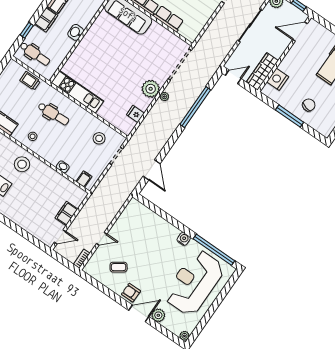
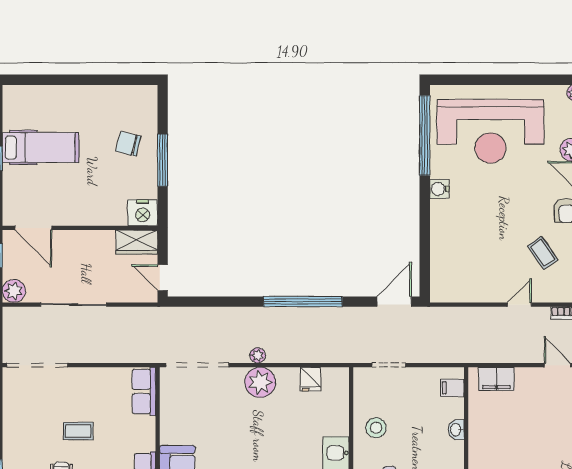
row of seats: (169, 19) -> (144, 391), moved
wardrobe: (262, 71) -> (137, 242), width x0.67
nightstand: (278, 79) -> (143, 213), moved
window: (195, 107) -> (303, 302), moved
stool: (99, 138) -> (376, 428), moved
door: (152, 170) -> (394, 302), moved
filing cabinet: (66, 214) -> (496, 379), moved
door: (102, 239) -> (519, 305), hinge flipped

